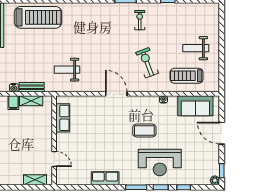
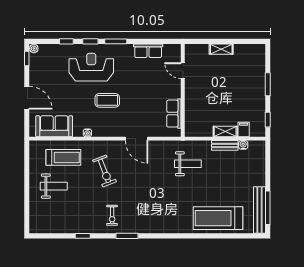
row of seats: (63, 118) -> (174, 114), moved
wall: (54, 140) -> (183, 90), moved
door: (54, 159) -> (183, 71), moved

